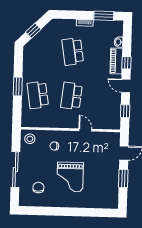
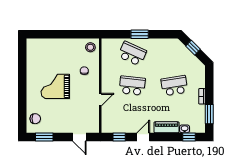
window: (126, 63) -> (189, 137), moved
school desk: (38, 95) -> (132, 54), turned 33
sliding door: (15, 170) -> (61, 34), removed
window: (123, 178) -> (44, 137), moved
chair: (38, 188) -> (35, 119), moved

